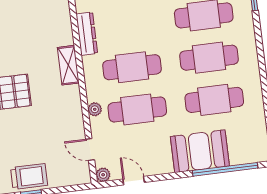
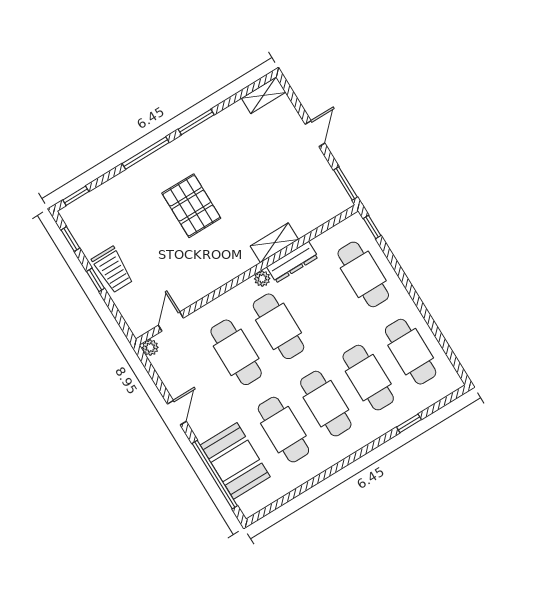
shelving: (68, 65) -> (274, 243), moved
plant: (95, 109) -> (262, 279), moved
booth: (200, 151) -> (235, 461), moved
door: (134, 181) -> (177, 413), moved

